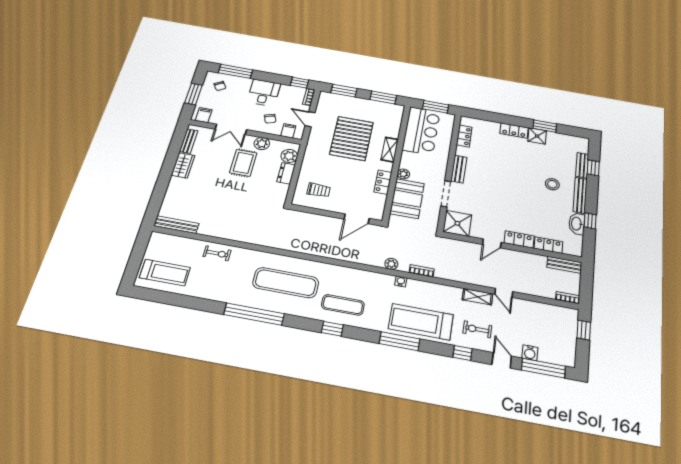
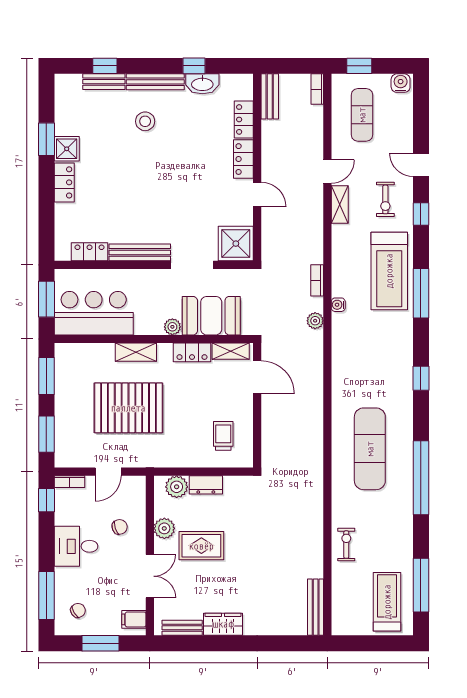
filing cabinet: (288, 131) -> (135, 497), removed
bench: (459, 169) -> (140, 252), width x1.36
shelving: (379, 206) -> (231, 351), added
exercise mat: (343, 305) -> (362, 115), moved
water cooler: (530, 353) -> (401, 83), moved, turned -90
door: (502, 360) -> (421, 165), hinge flipped
window: (543, 368) -> (421, 585), moved

